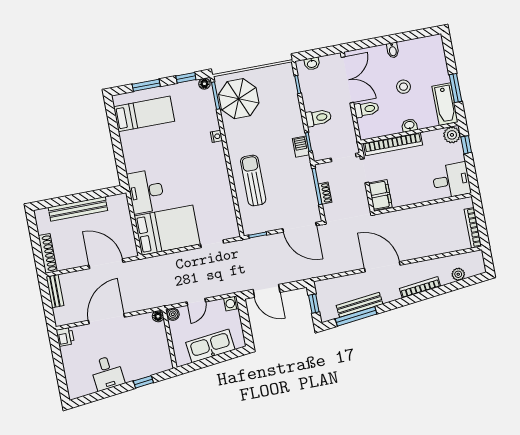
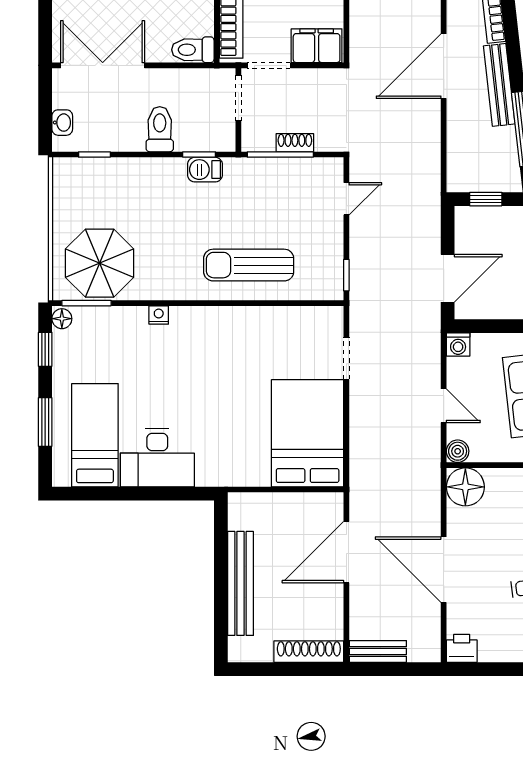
toilet: (367, 109) -> (193, 50), moved, turned -90
desk: (146, 191) -> (157, 458), moved
door: (300, 227) -> (346, 199), width x0.53
bench: (359, 305) -> (499, 85), moved
floor lamp: (158, 316) -> (465, 487), width x1.89, depth x1.89

